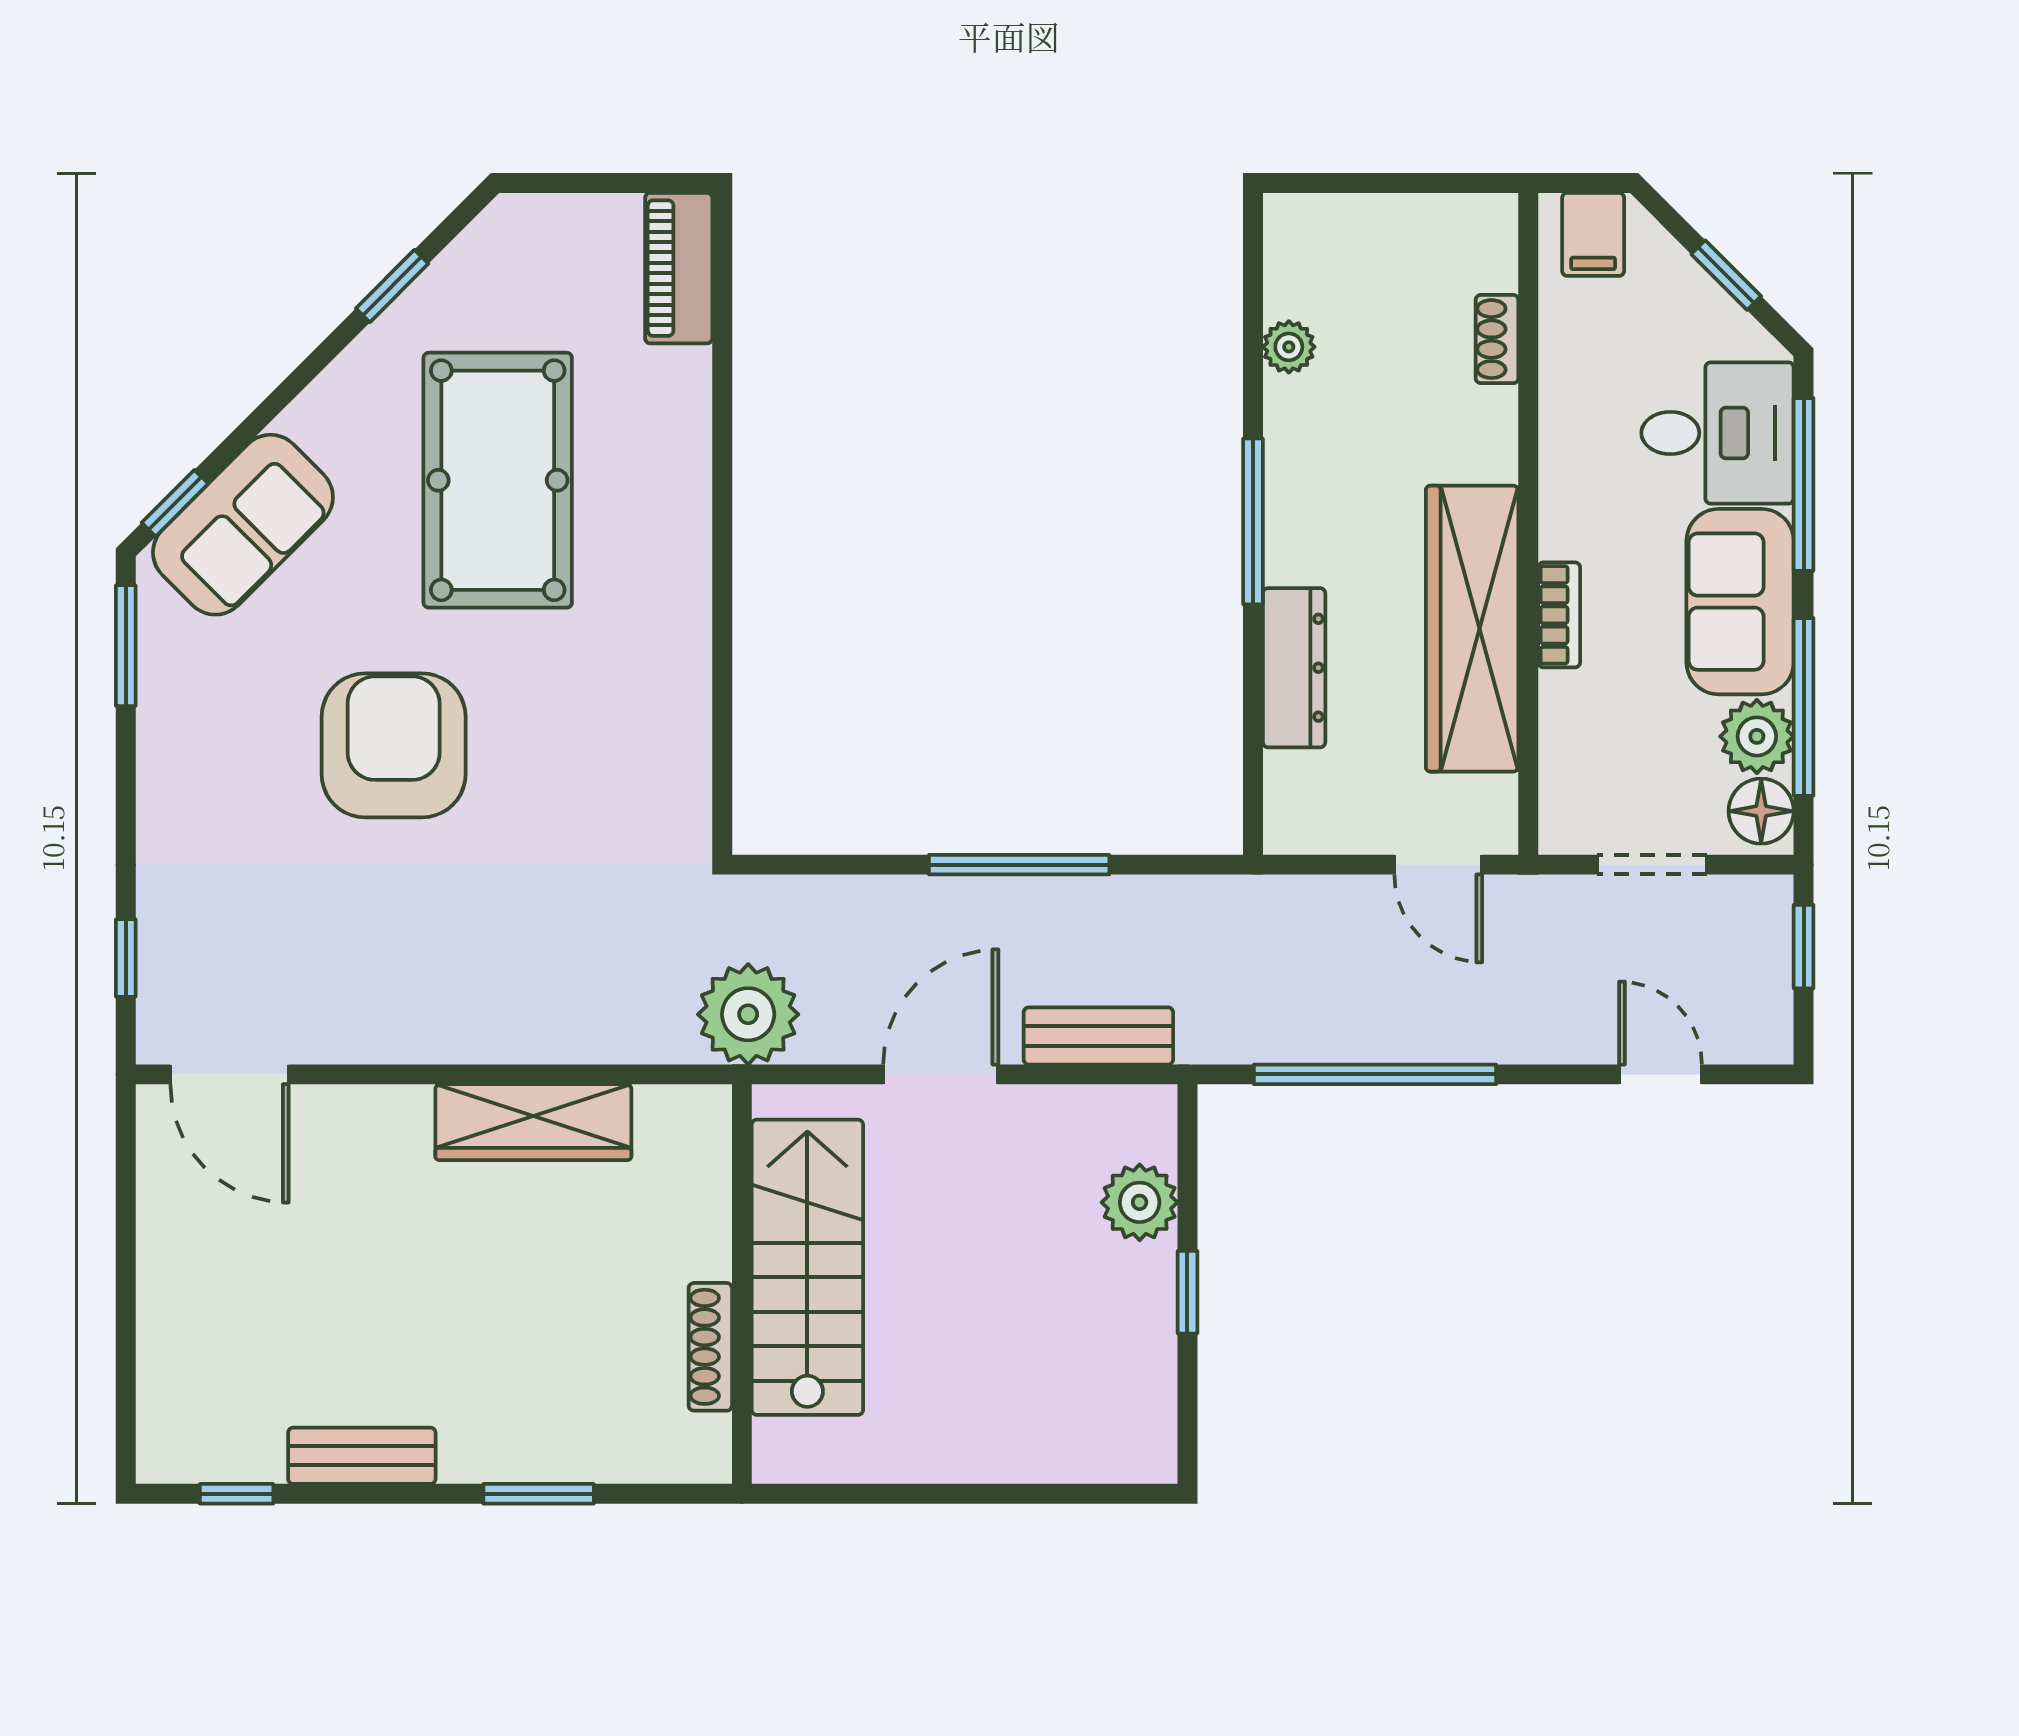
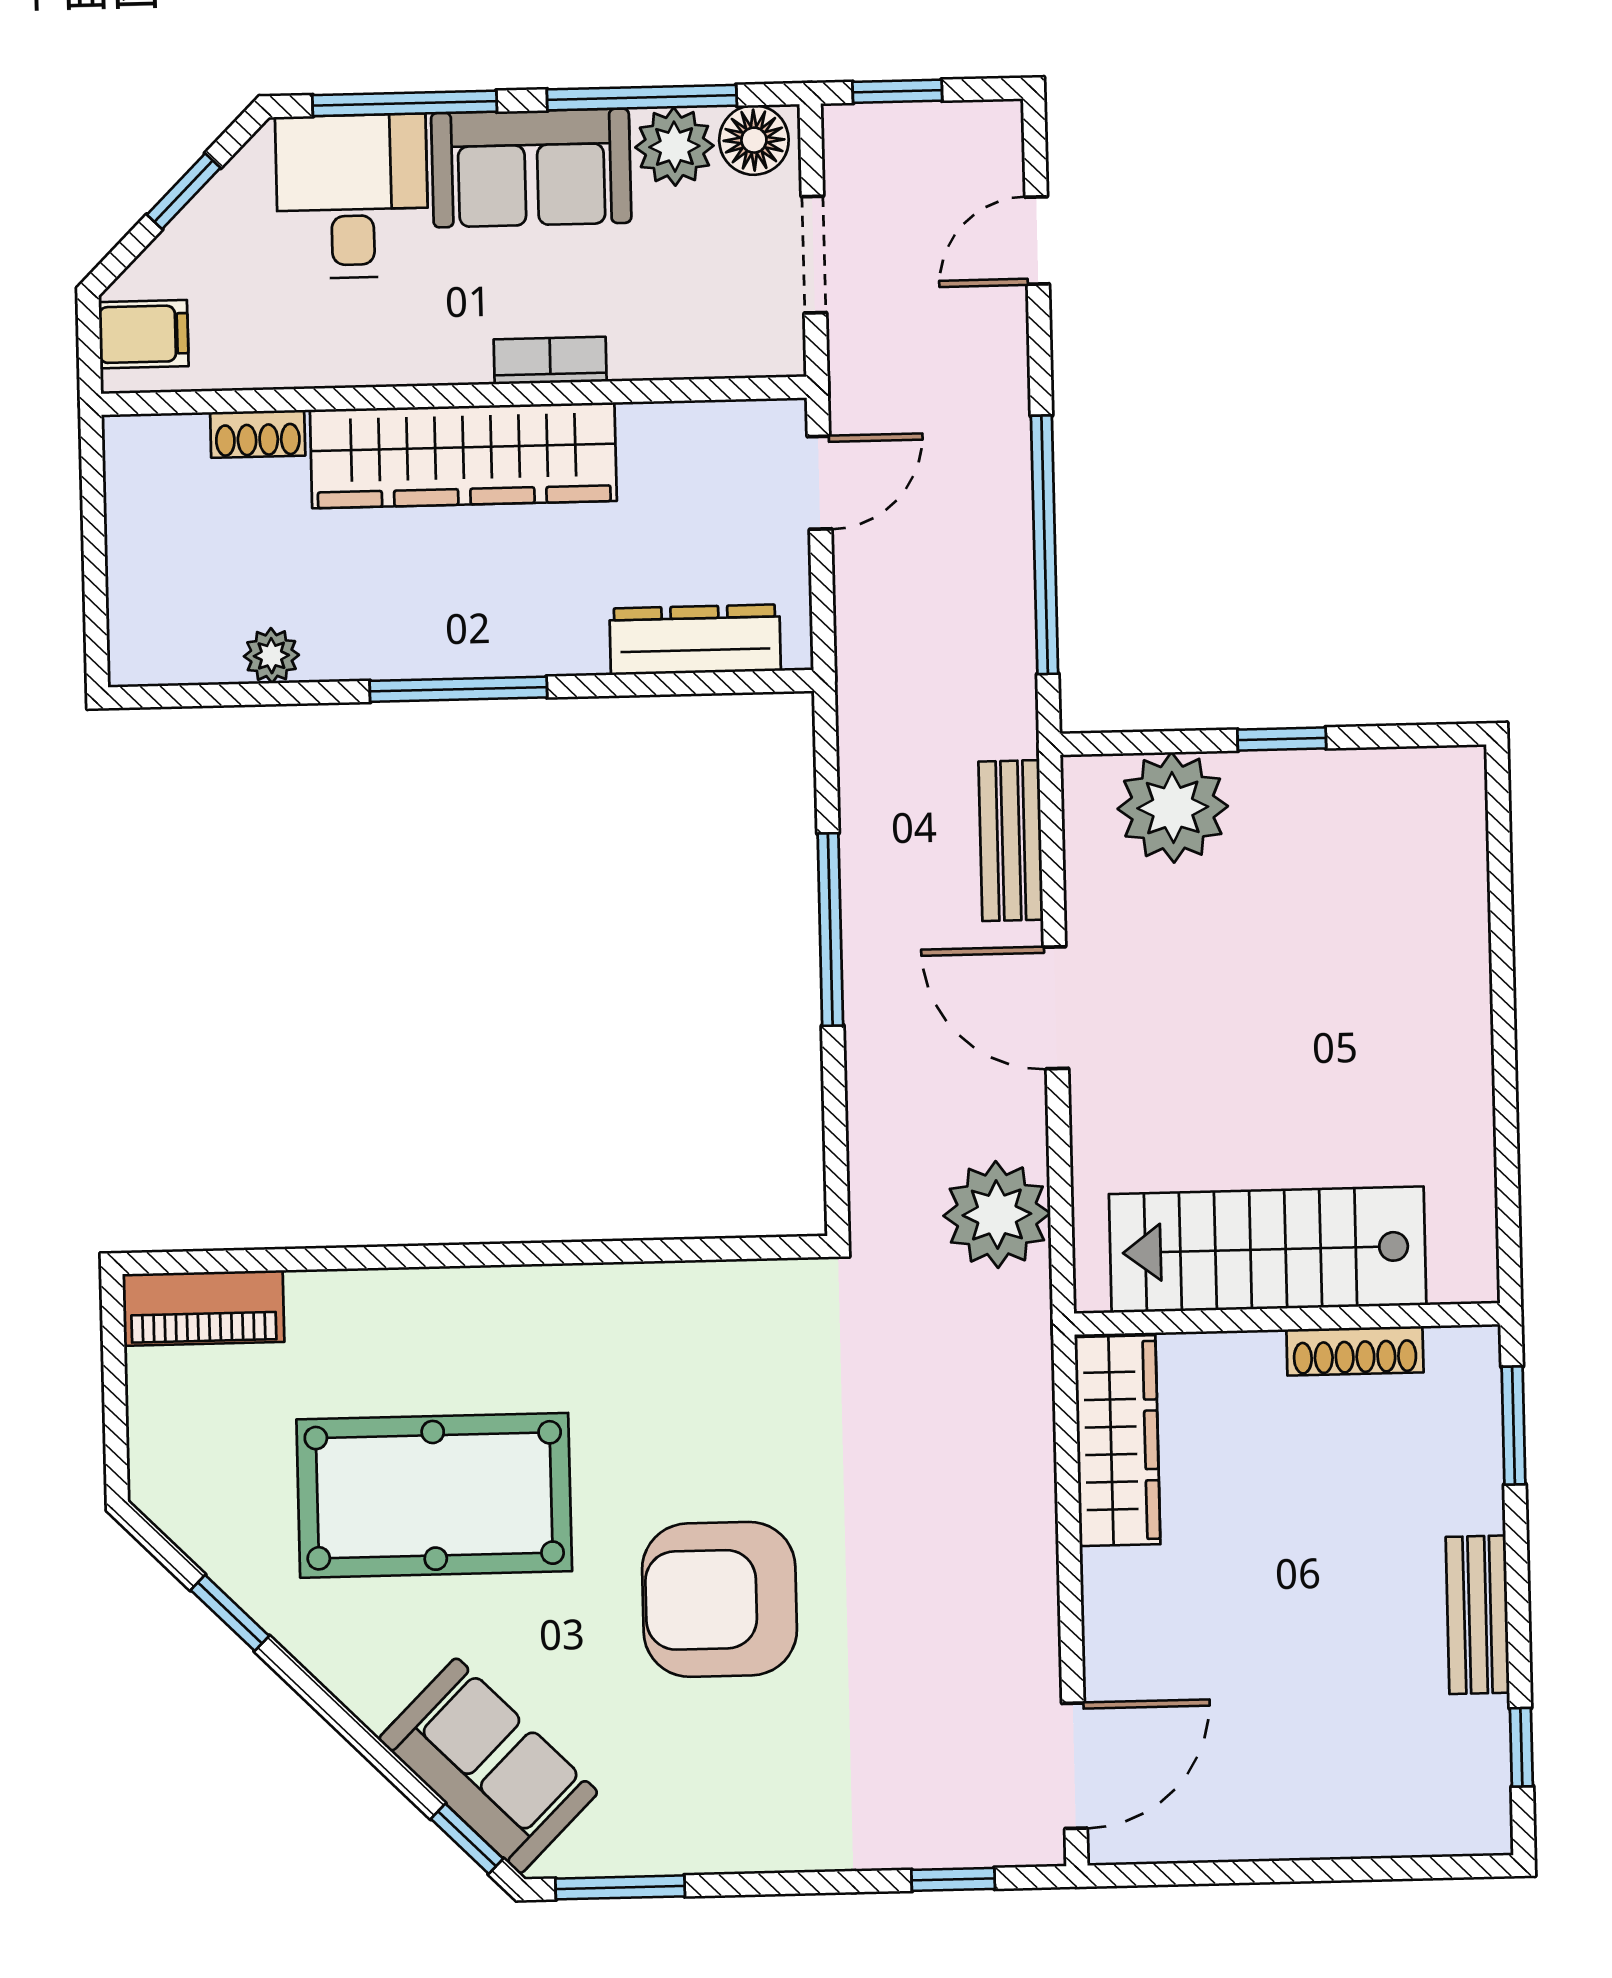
wardrobe: (1472, 629) -> (463, 455), moved
dresser: (1294, 668) -> (695, 640), moved
plant: (1140, 1202) -> (1173, 807), width x1.36, depth x1.36
stairs: (807, 1267) -> (1268, 1250), moved
wall: (742, 1284) -> (1287, 1319), moved
shoe rack: (710, 1347) -> (1355, 1351), moved

